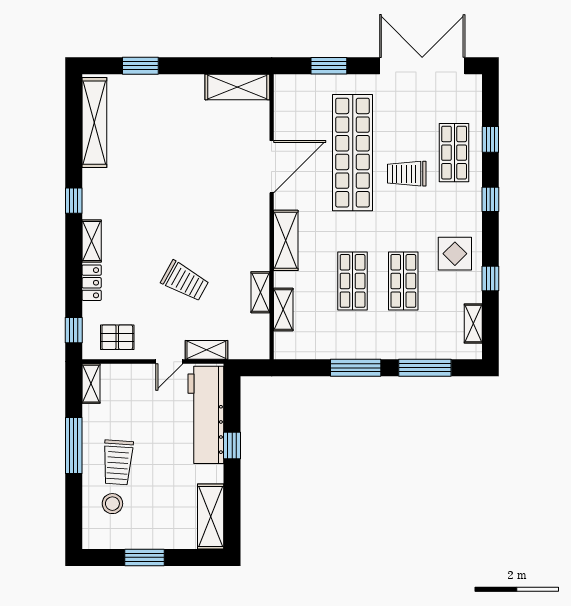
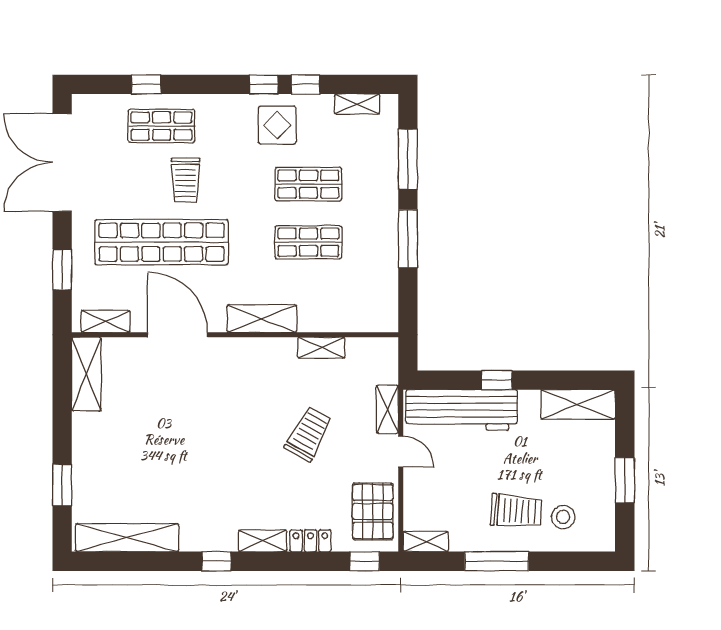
window: (490, 199) -> (264, 84), moved
shelving: (283, 309) -> (106, 321), moved
pallet: (117, 337) -> (373, 511), width x1.50, depth x1.42

